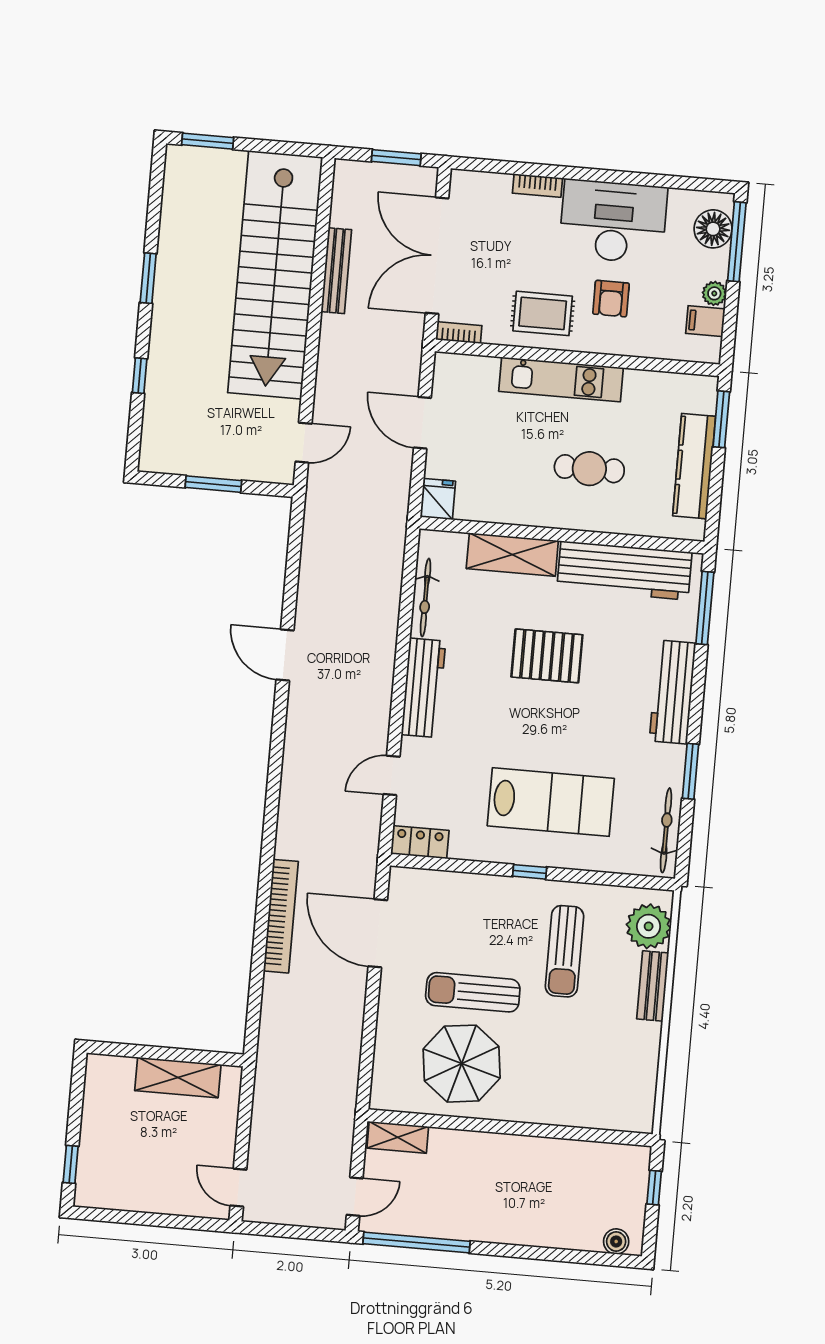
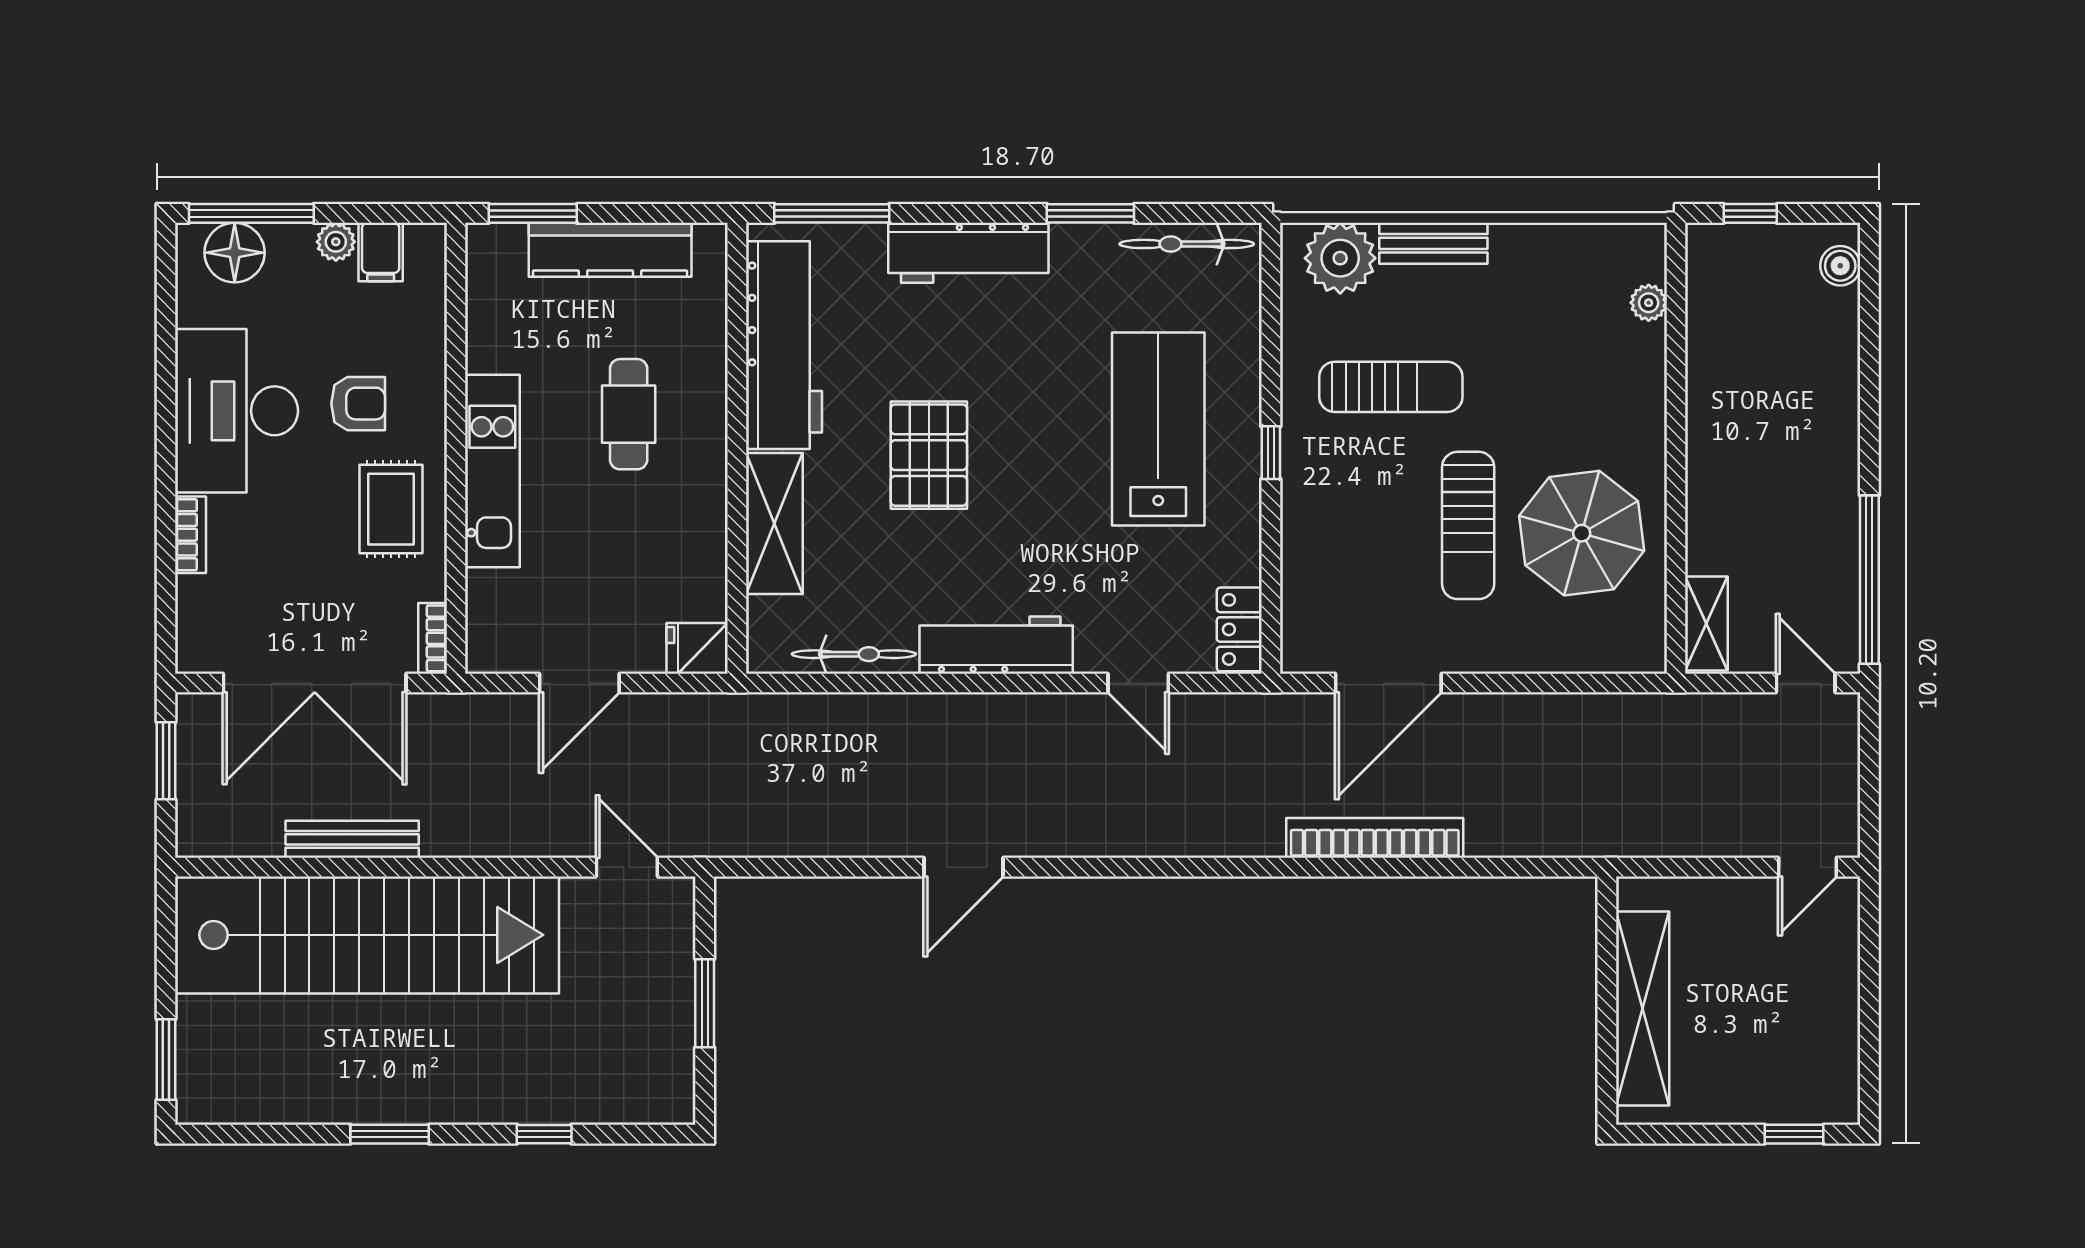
shelving: (178, 1077) -> (1643, 1008), width x1.47
plant: (603, 1119) -> (1649, 303), added

